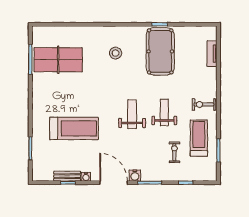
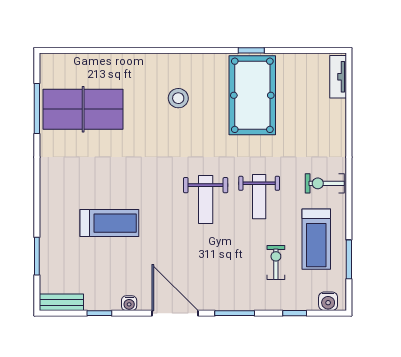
tv unit: (212, 54) -> (338, 77), moved
weight bench: (164, 112) -> (259, 197), turned 180
weight bench: (132, 114) -> (206, 200), turned 180
treadmill: (74, 128) -> (109, 223), width x0.73, depth x0.73
treadmill: (199, 138) -> (316, 239), turned 180
bench: (67, 176) -> (61, 302), moved
water cooler: (135, 176) -> (328, 301), moved

